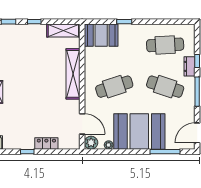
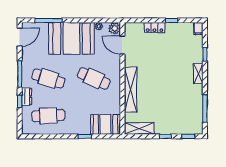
cafe table: (114, 87) -> (94, 78), turned 42

